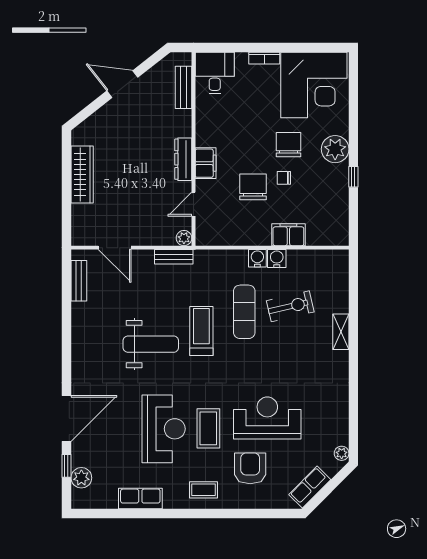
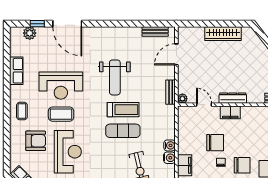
exercise mat: (244, 312) -> (123, 131), moved

